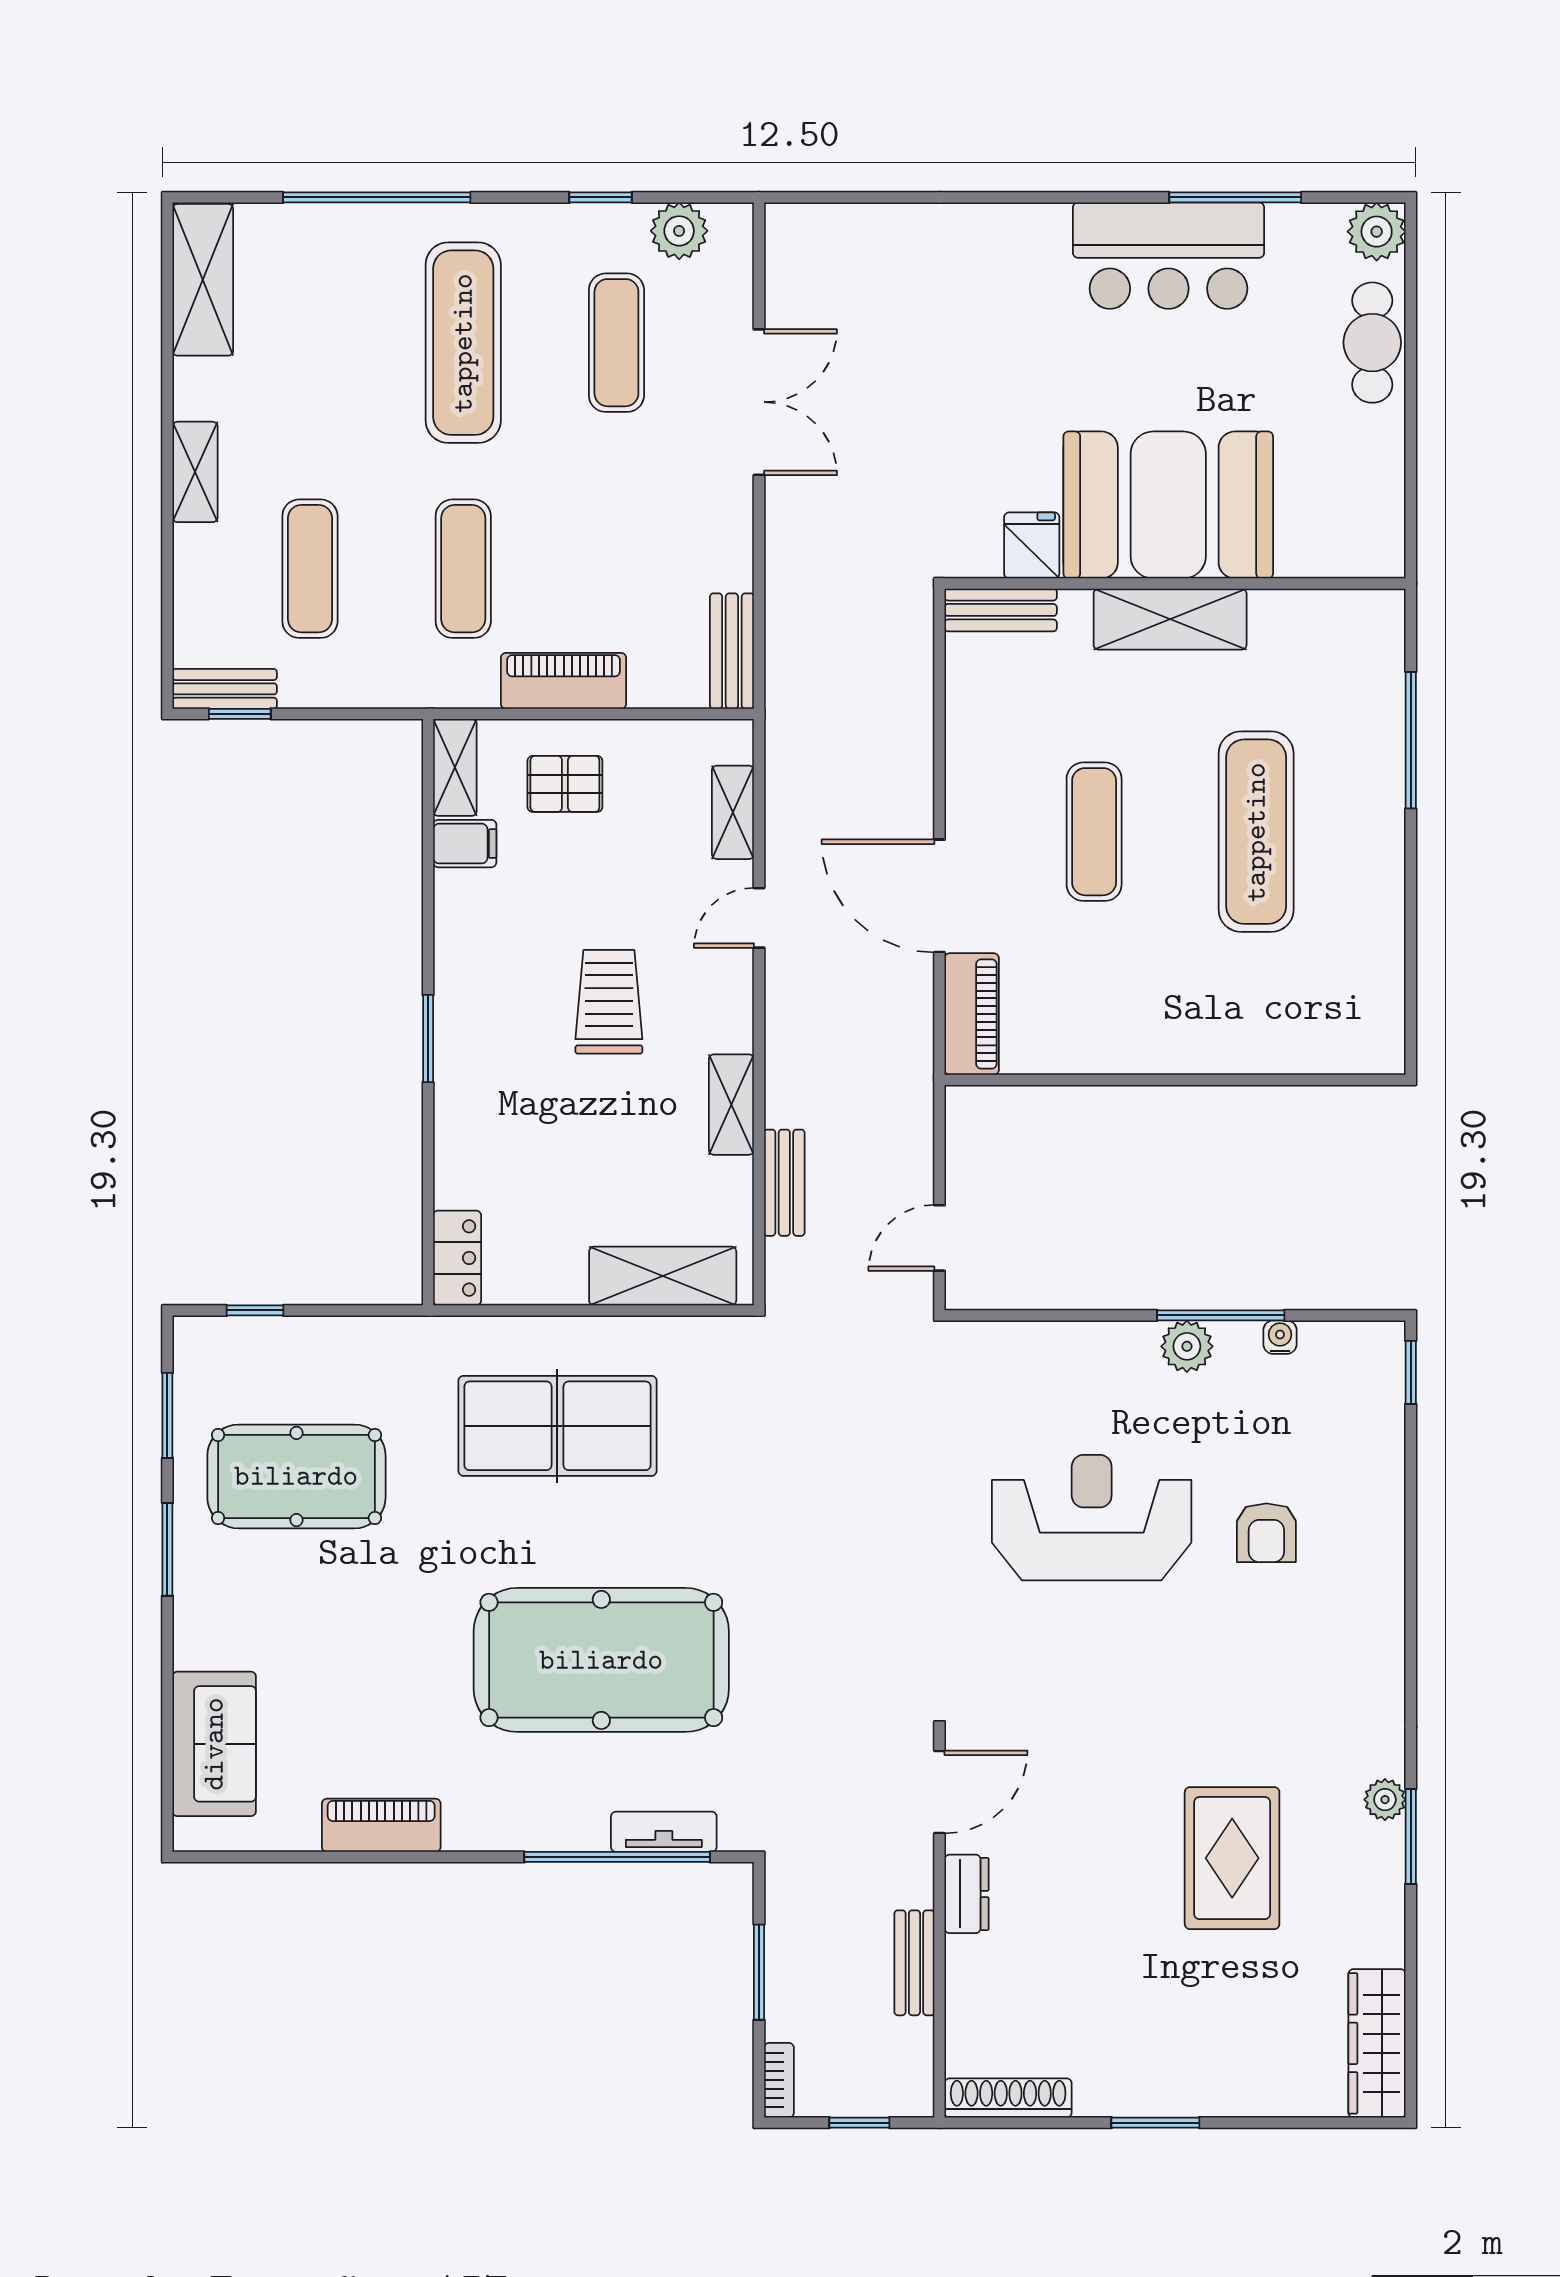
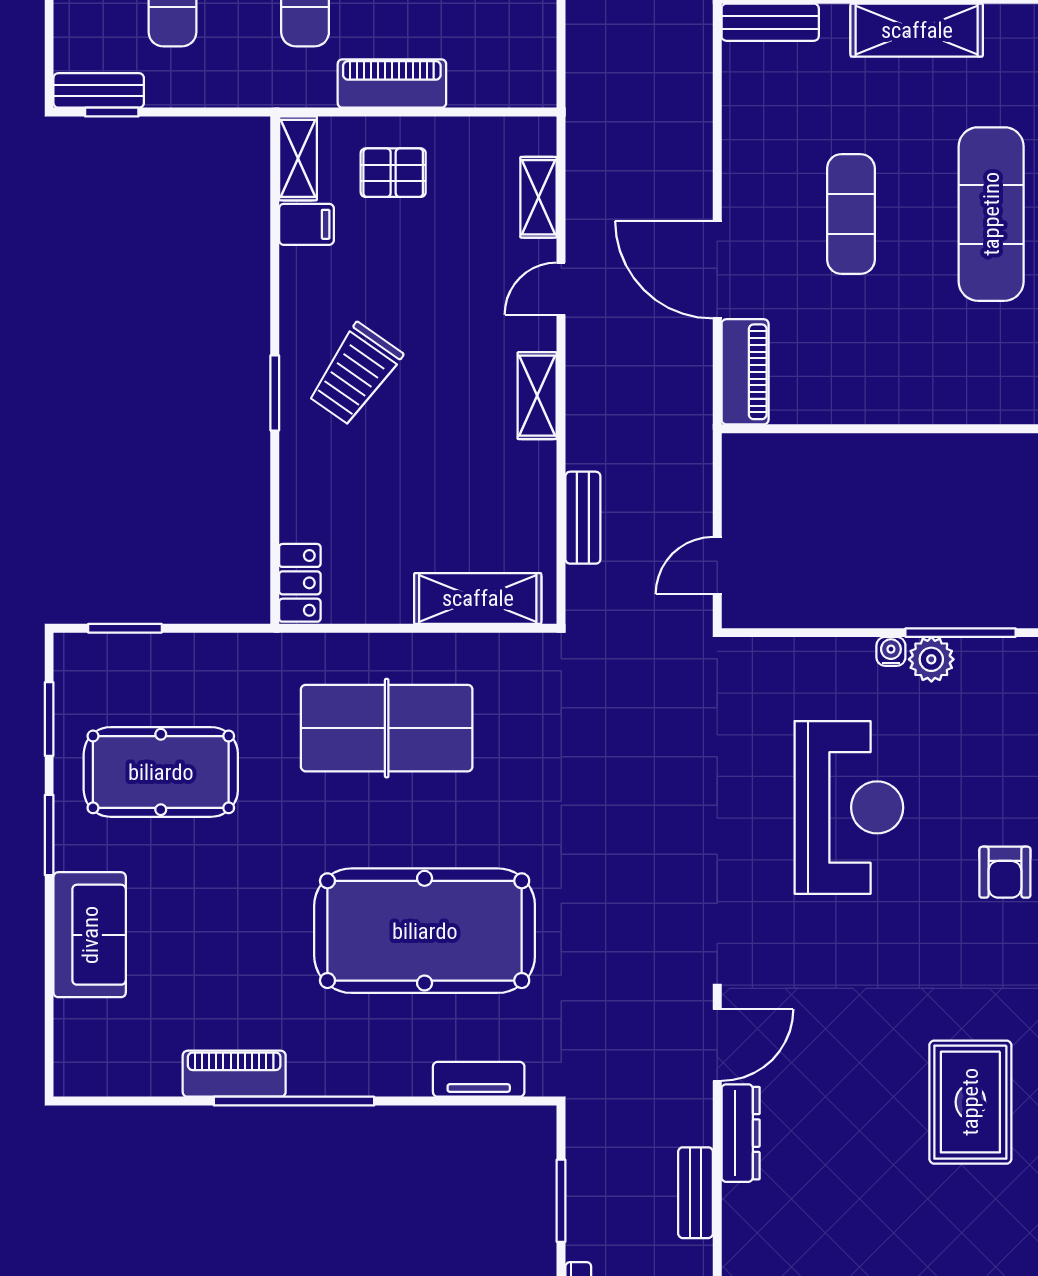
bench: (732, 651) -> (538, 58), removed
trolley: (609, 1002) -> (355, 374), moved, turned -145
shelving: (731, 1105) -> (537, 396), moved
window: (255, 1310) -> (125, 628), width x1.50
water cooler: (1280, 1337) -> (891, 651), moved
reception desk: (1092, 1518) -> (849, 807), turned 90
armchair: (1266, 1533) -> (1005, 872), moved
sofa: (214, 1744) -> (90, 935), moved
window: (617, 1857) -> (294, 1101), moved
dresser: (967, 1894) -> (741, 1133), width x1.44

